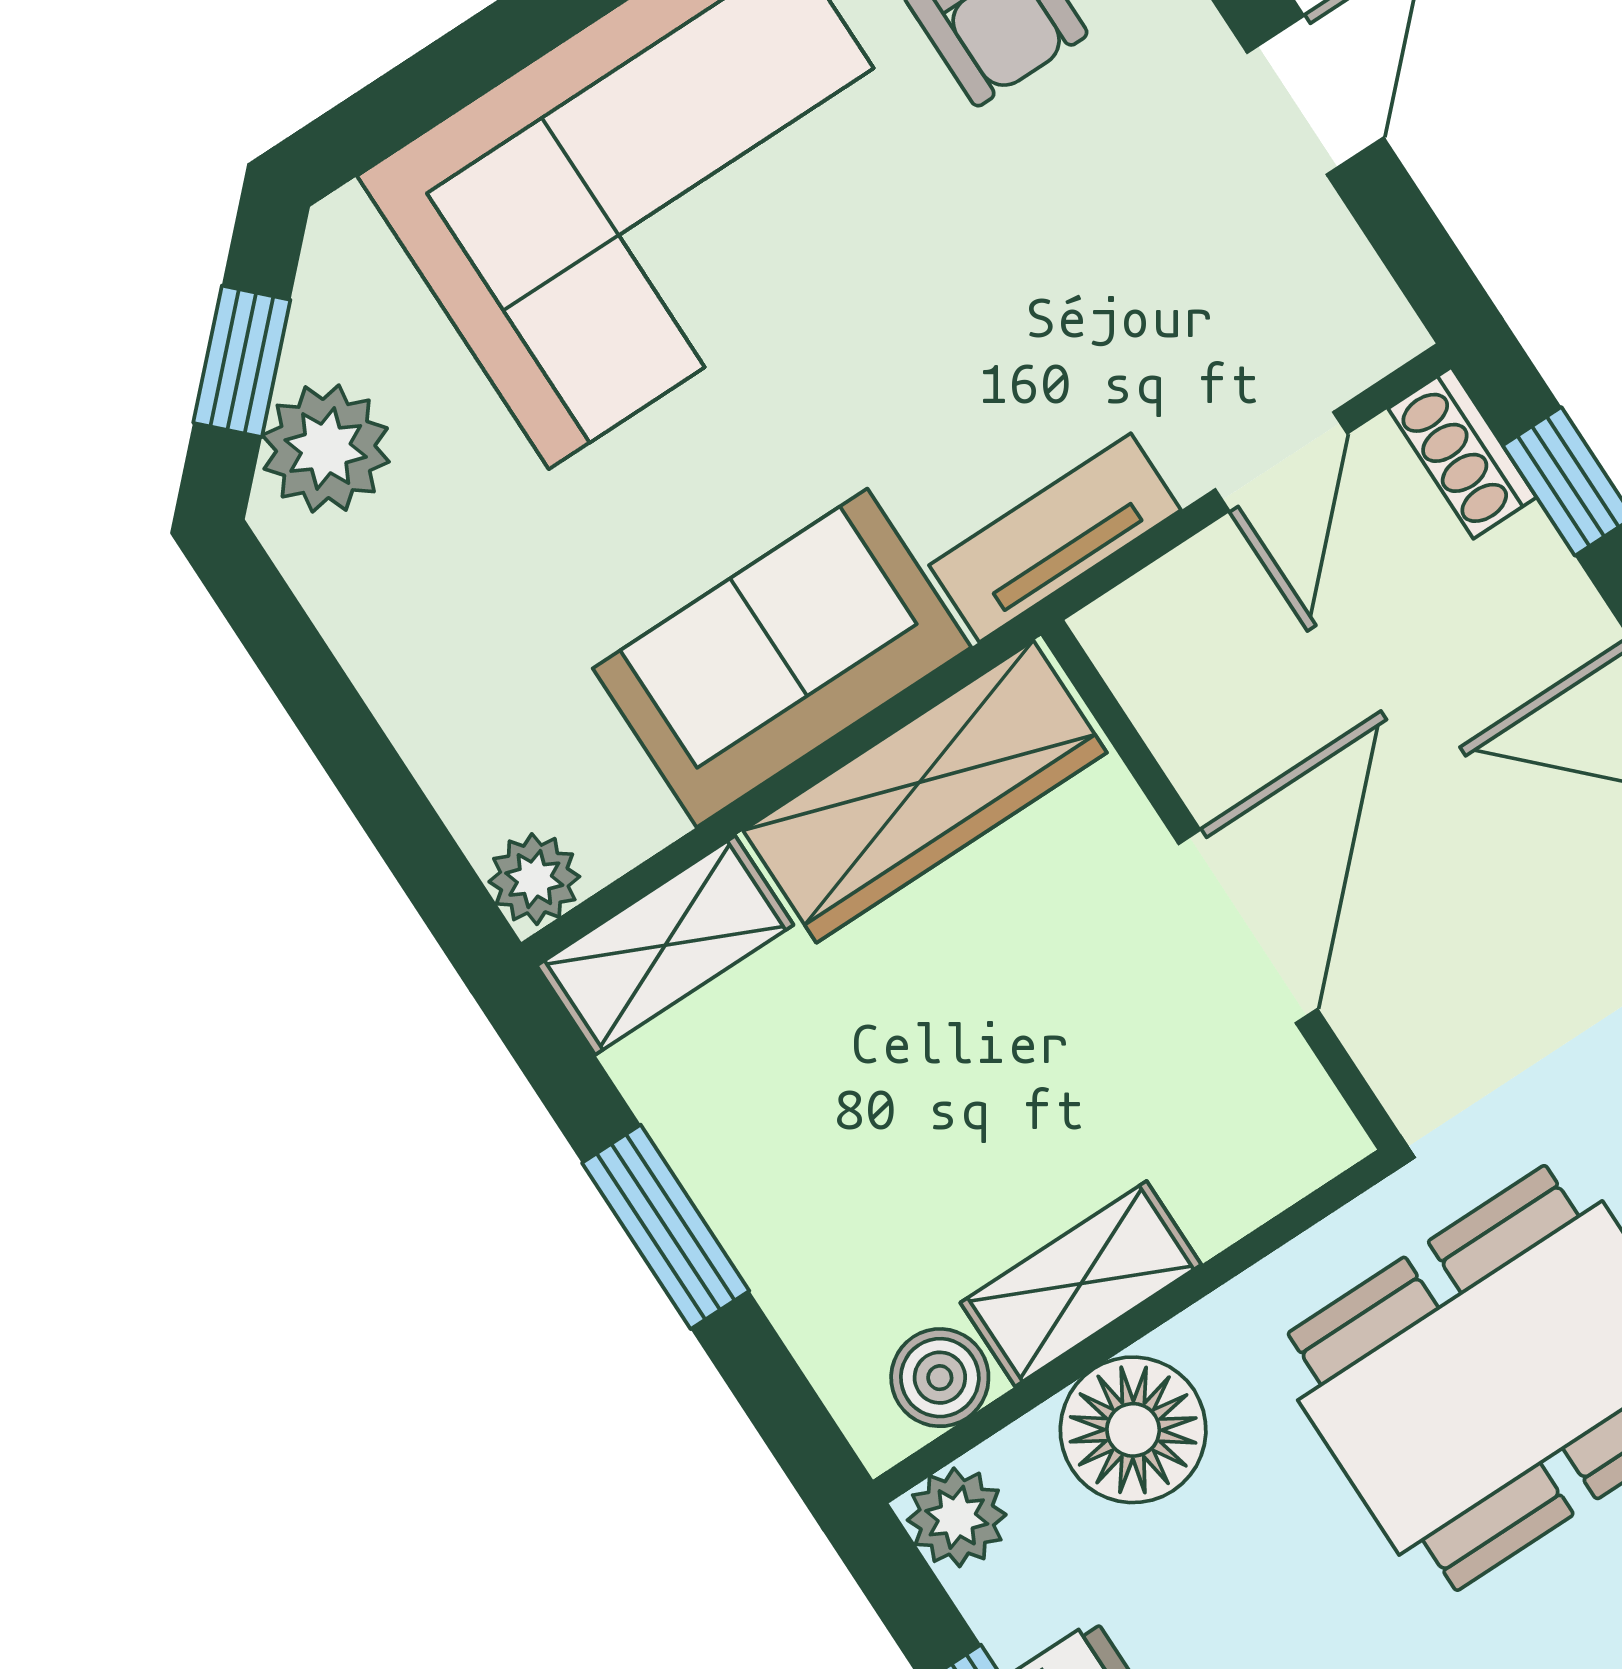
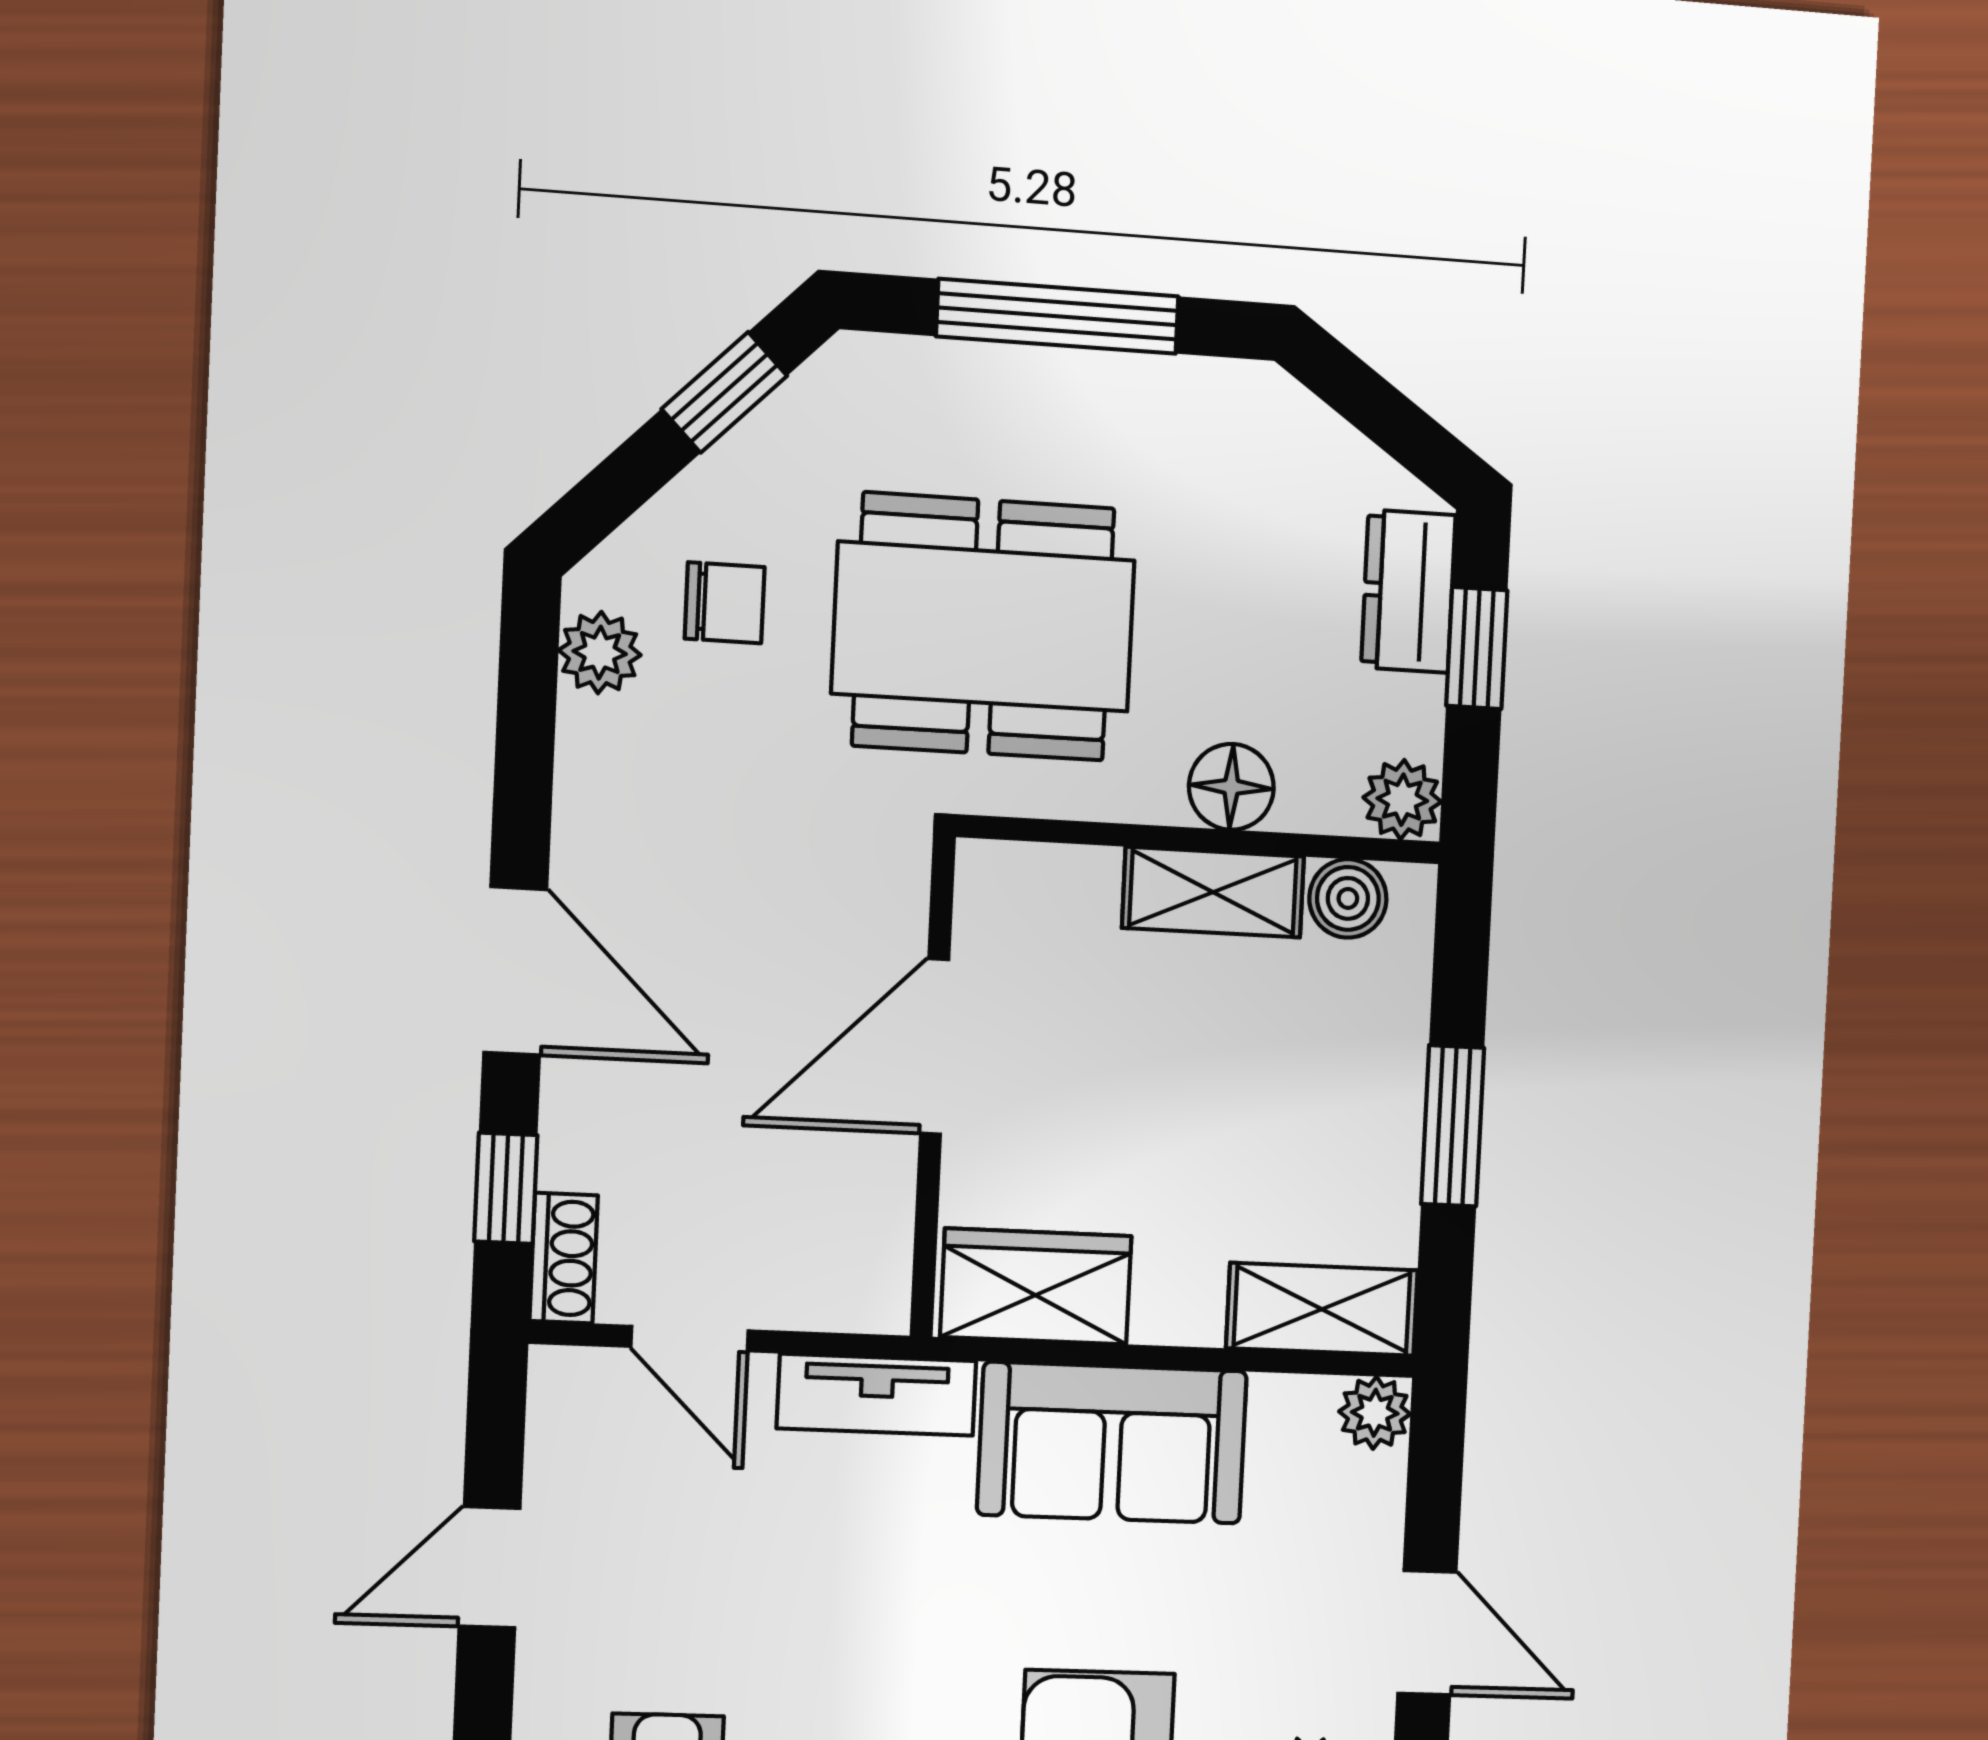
door: (1281, 461) -> (690, 1339), swing flipped
door: (317, 694) -> (1427, 1633), added
wardrobe: (925, 792) -> (1036, 1286), width x0.67
floor lamp: (1133, 1430) -> (1231, 787), width x0.73, depth x0.73

